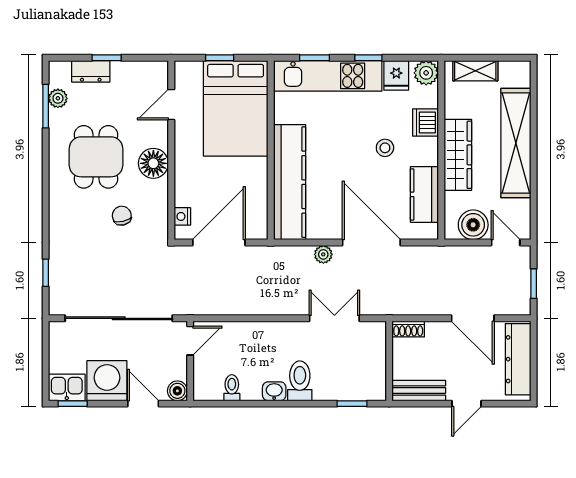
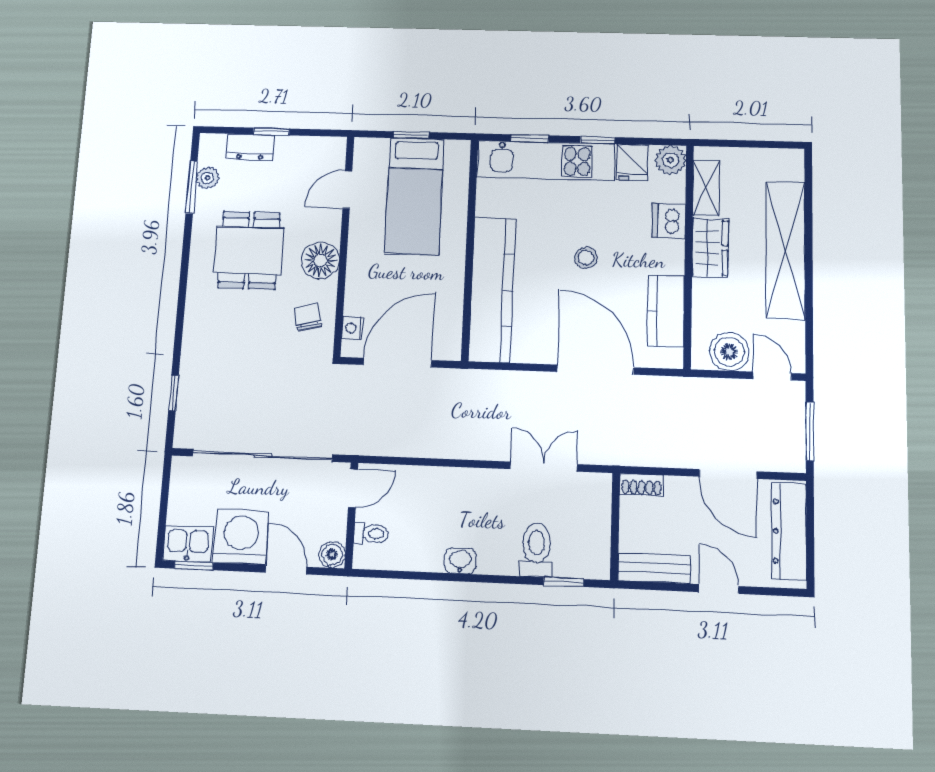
shelving: (475, 71) -> (706, 188), moved, turned 90
bed: (236, 108) -> (414, 196), width x0.67
stool: (385, 148) -> (586, 258), moved
wardrobe: (458, 155) -> (710, 247), width x0.67
chair: (122, 216) -> (308, 317), moved
plant: (323, 254) -> (532, 383), removed
window: (534, 284) -> (810, 431), width x1.50
toilet: (300, 381) -> (536, 550), moved
toilet: (232, 388) -> (371, 534), moved, turned 90
door: (467, 404) -> (719, 589), swing flipped

